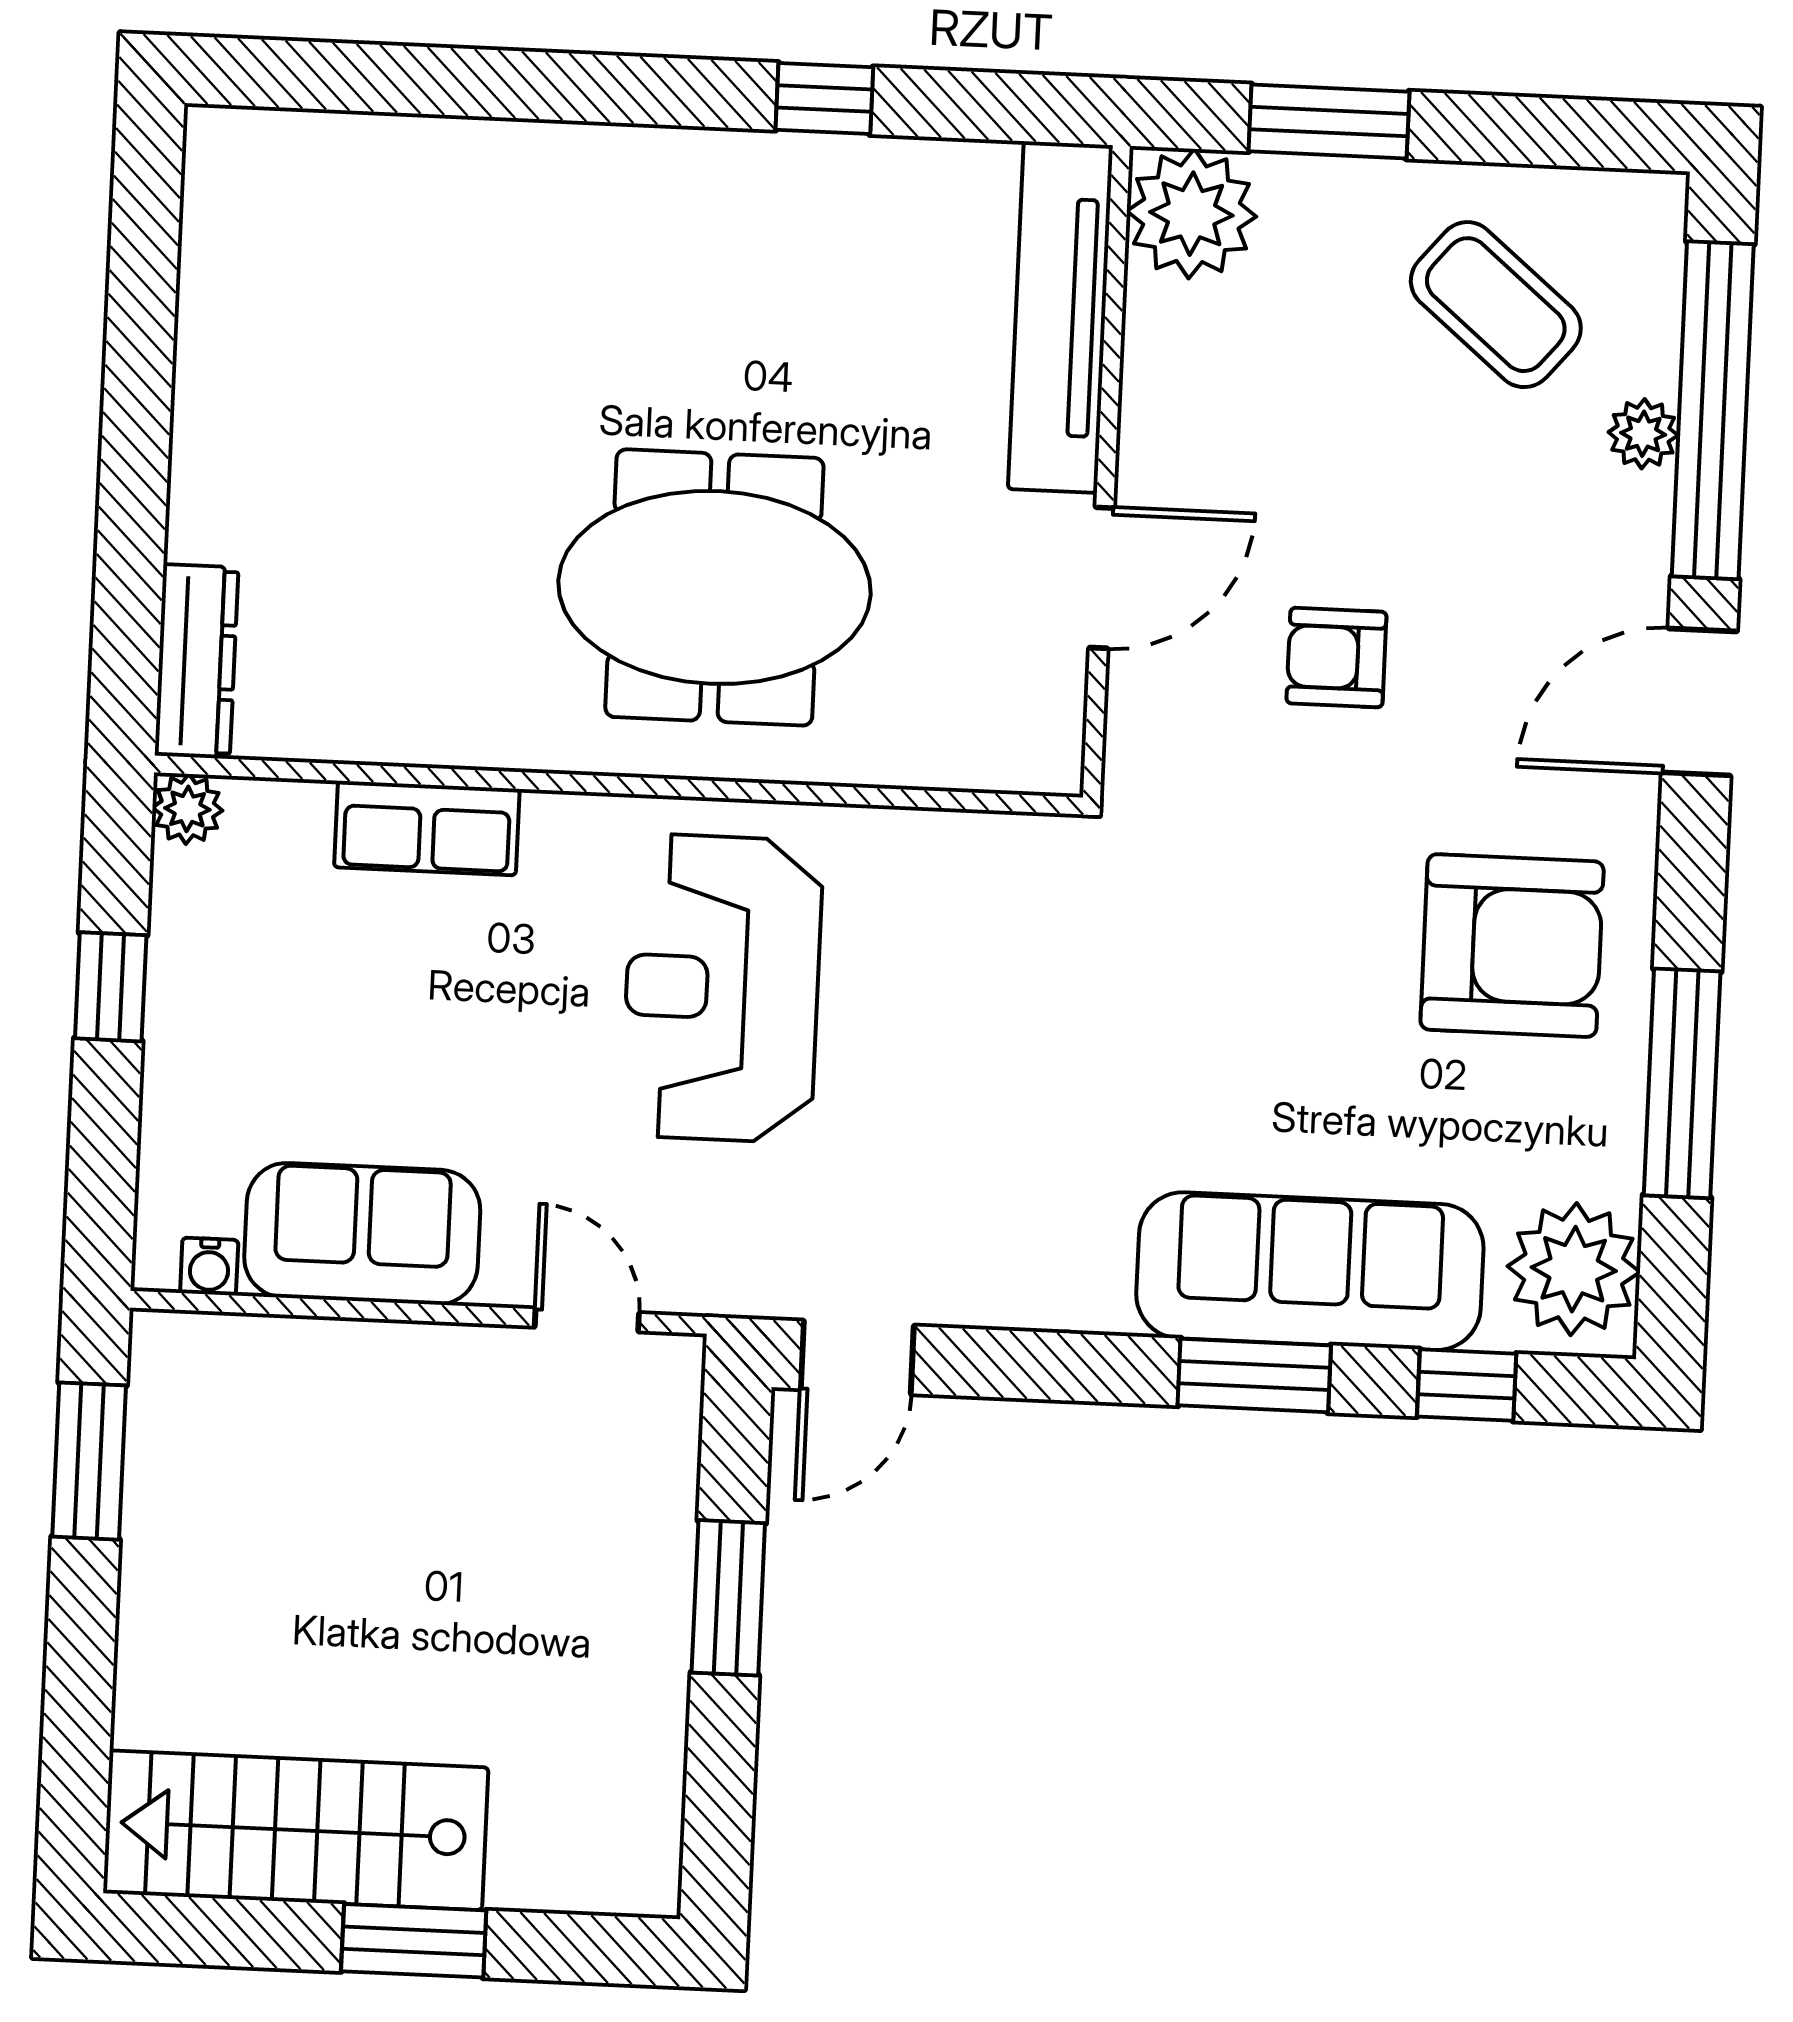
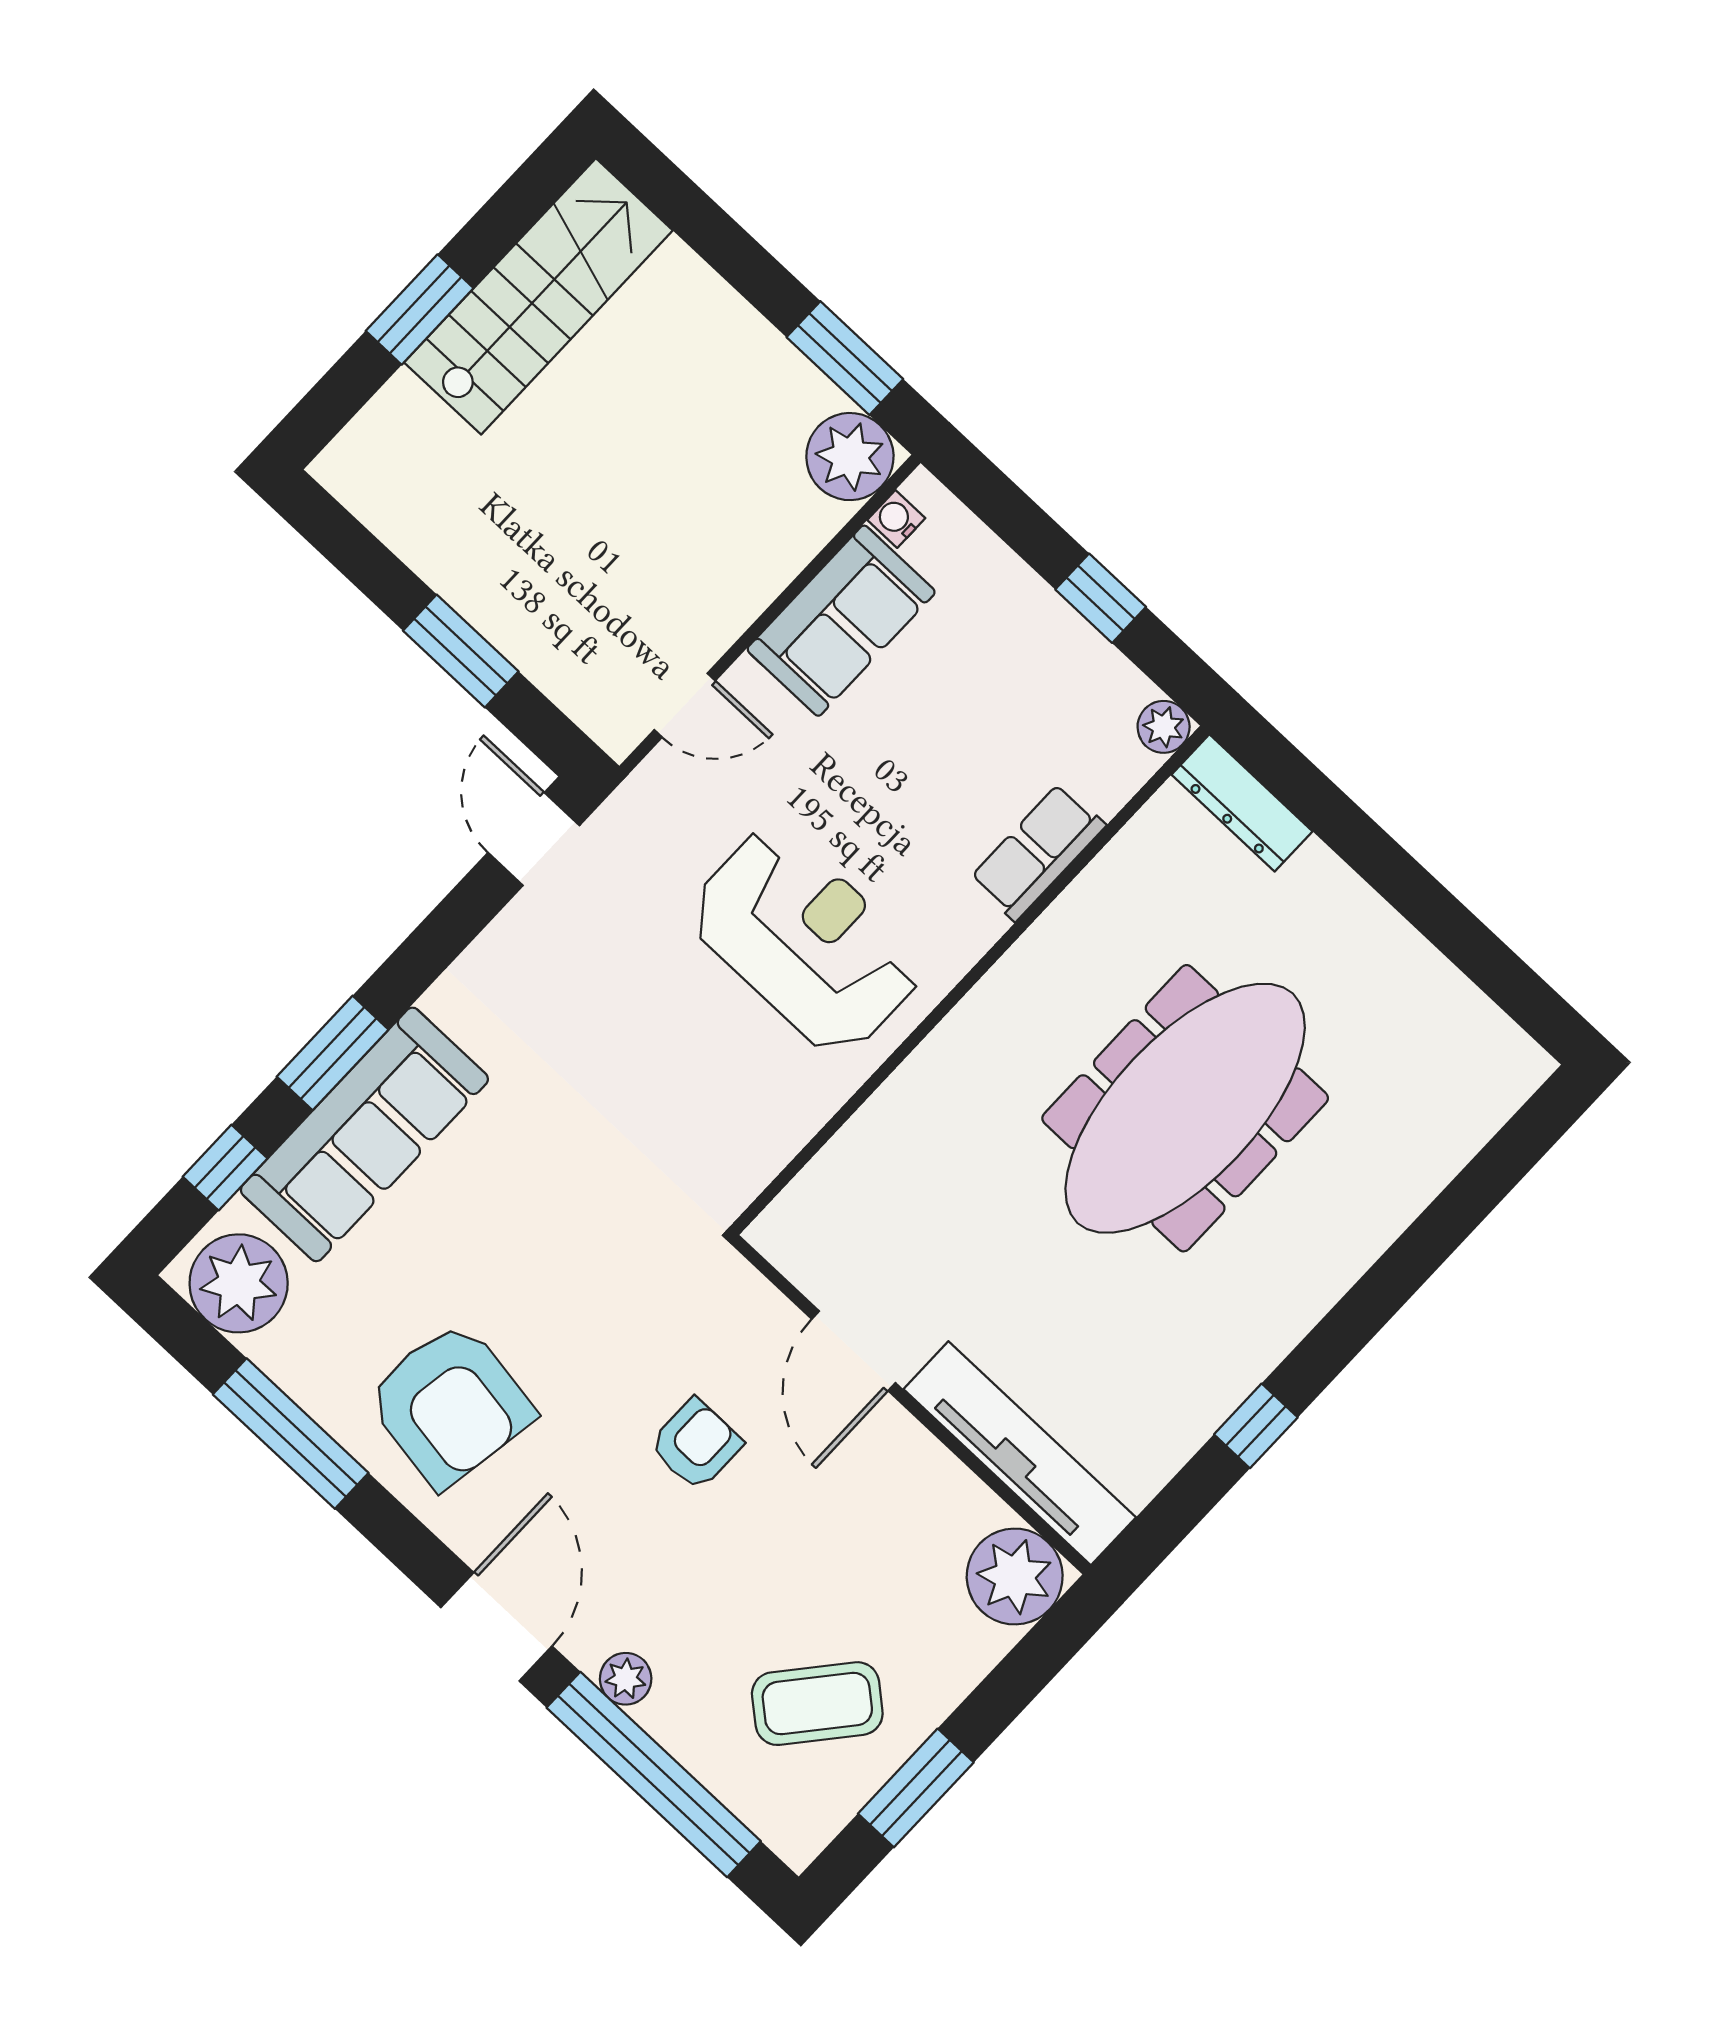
window: (1329, 121) -> (916, 1788), moved
plant: (1643, 434) -> (626, 1679), moved
meeting table: (714, 587) -> (1185, 1108), moved, width x1.36
armchair: (1512, 946) -> (450, 1404), turned -81
plant: (186, 1369) -> (850, 457), added

